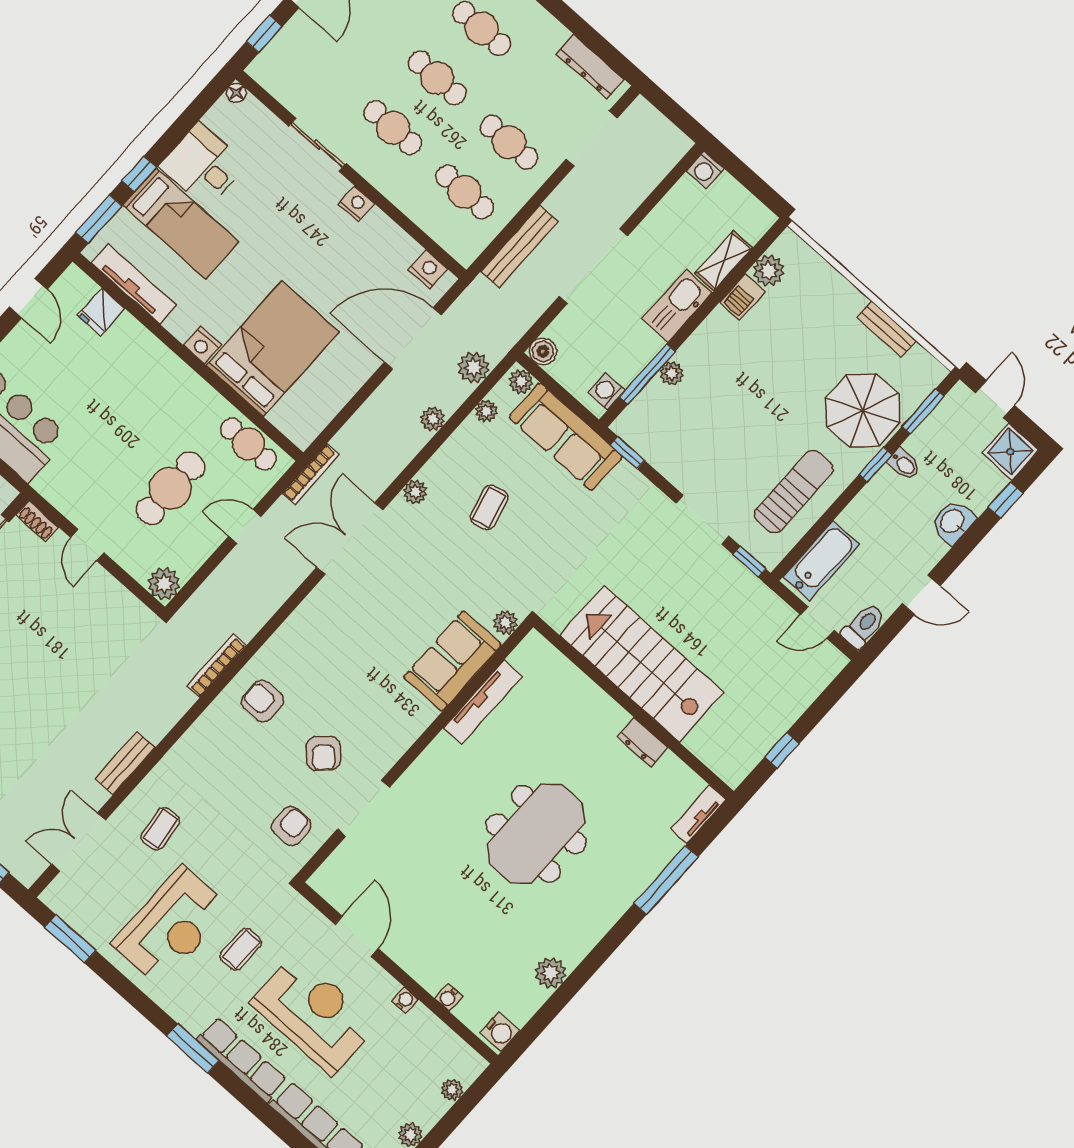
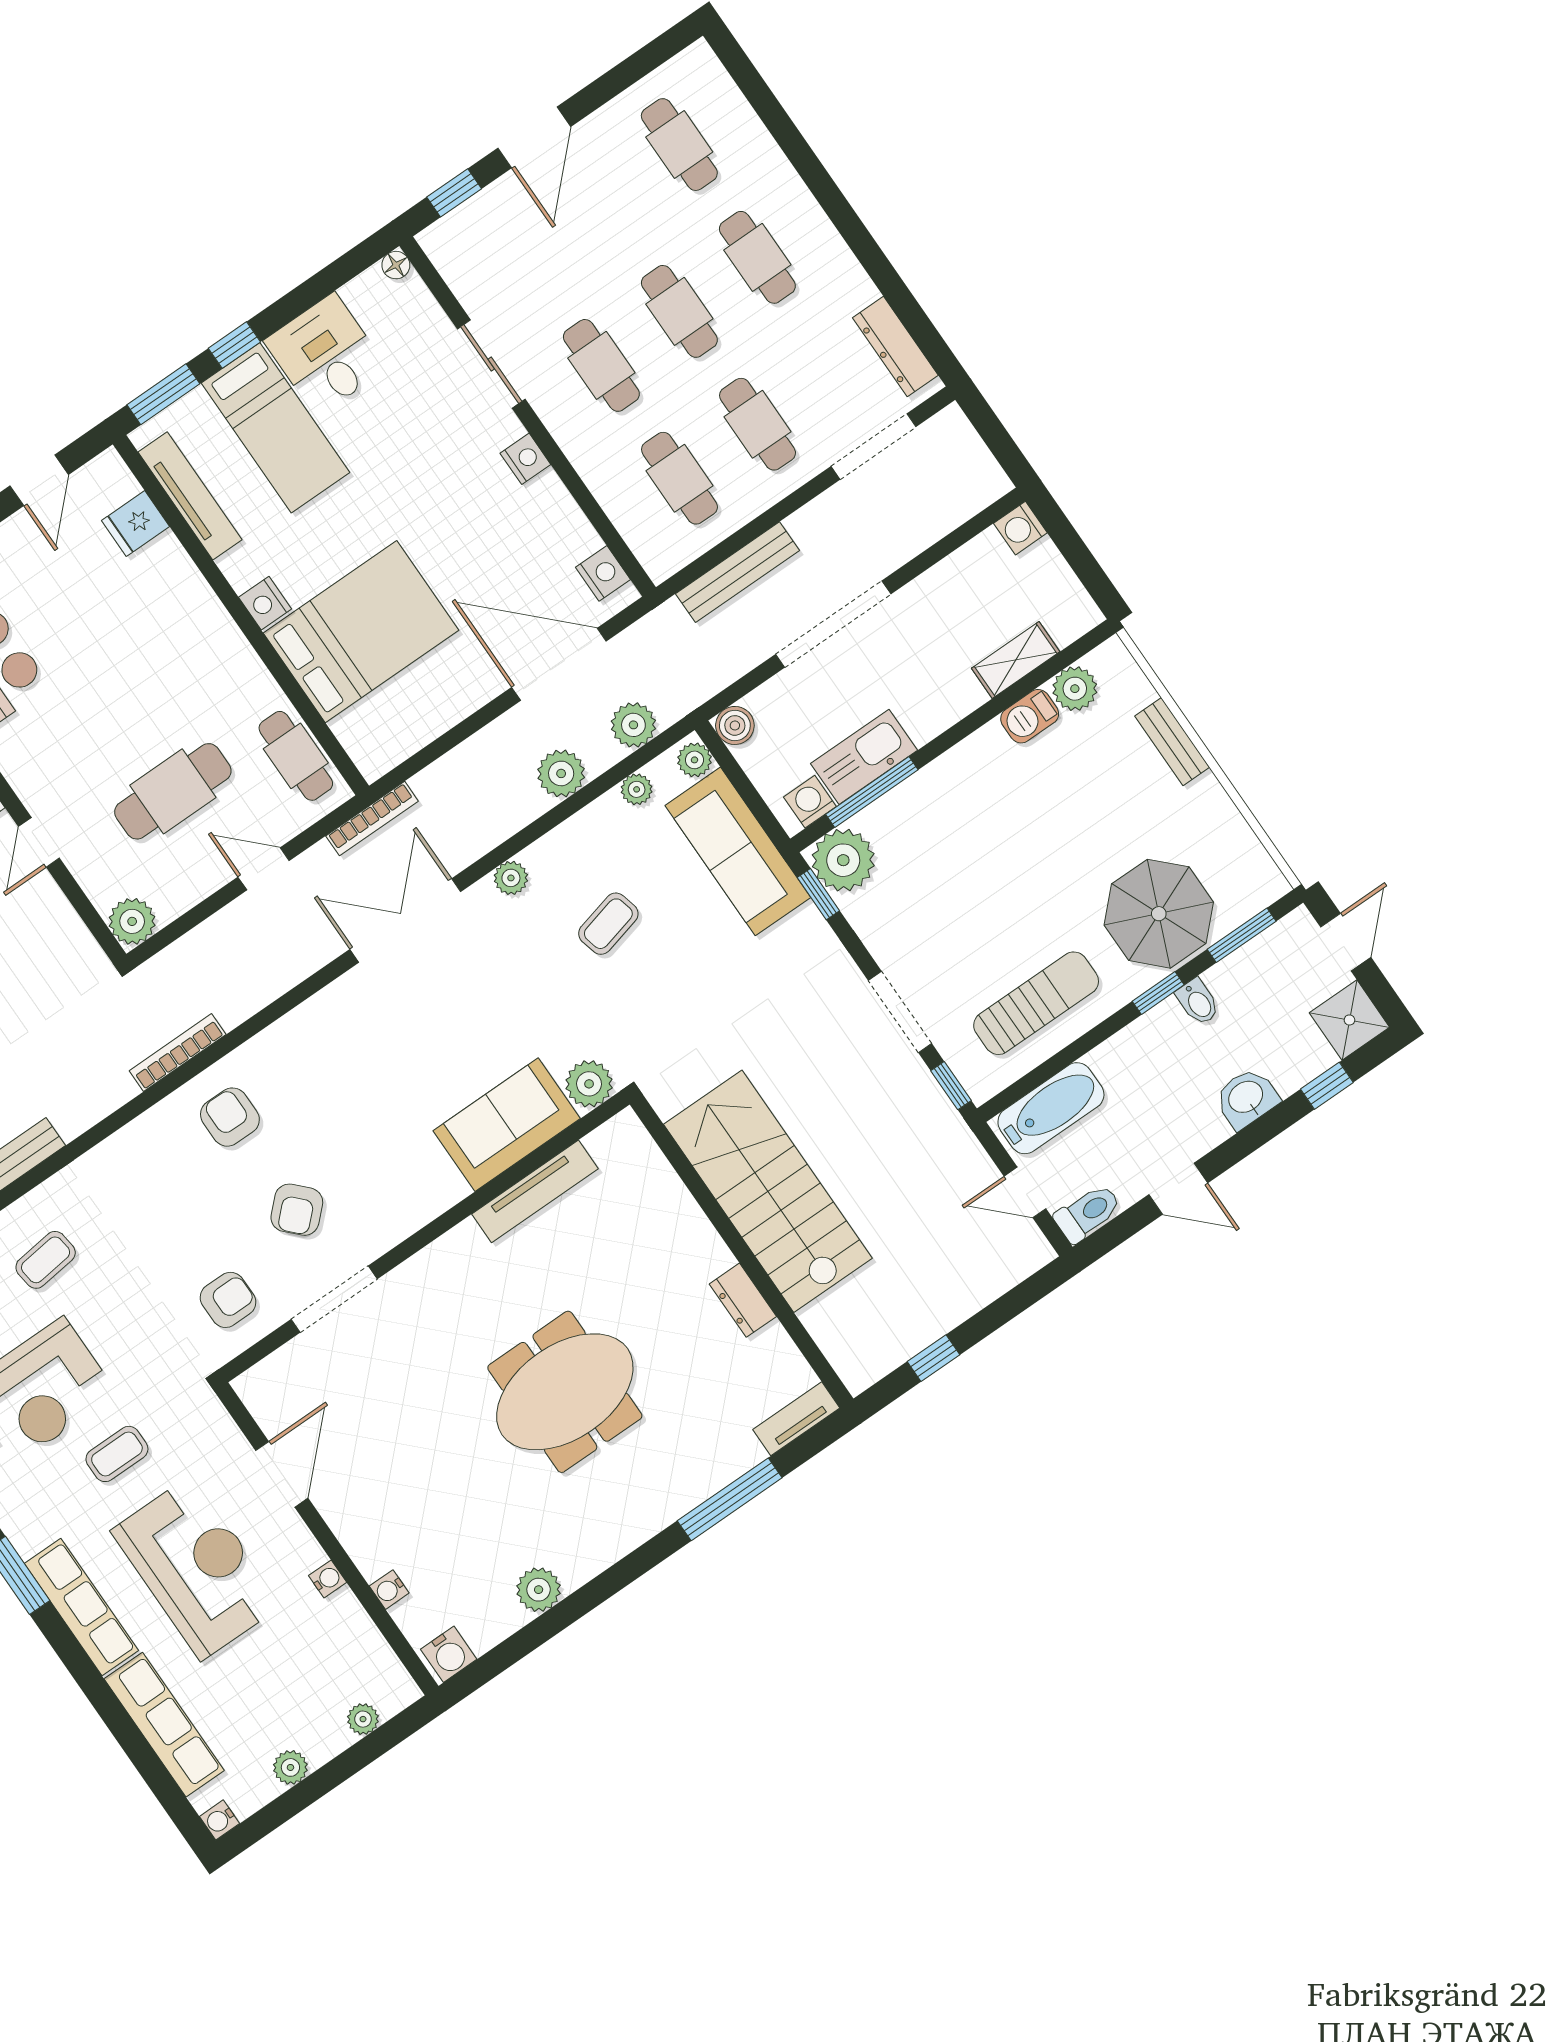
kitchen sink: (677, 306) -> (864, 757), moved
bench: (886, 329) -> (1172, 742), moved
plant: (672, 373) -> (843, 860), moved, width x1.88, depth x1.88
plant: (433, 419) -> (561, 773), width x1.38, depth x1.38
plant: (505, 623) -> (589, 1084), width x1.38, depth x1.38

